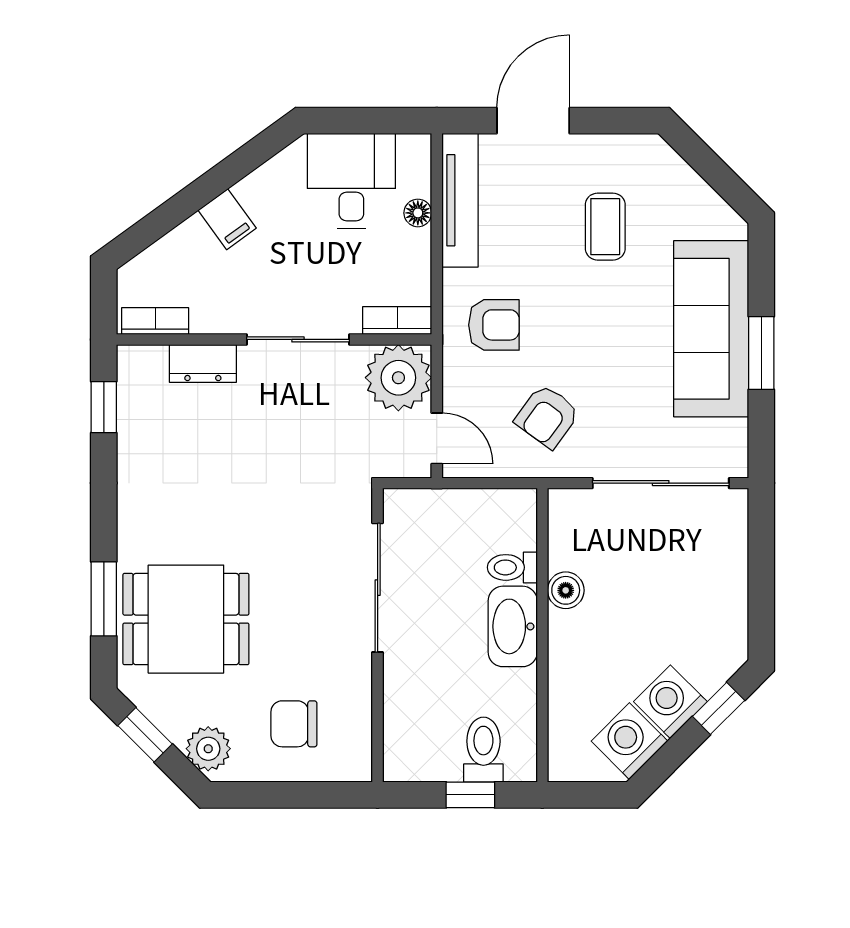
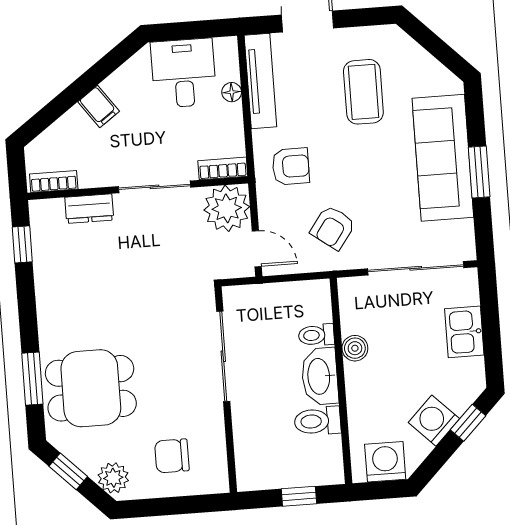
coffee table: (605, 227) -> (363, 92), width x1.36, depth x1.30
kitchen sink: (723, 579) -> (464, 332), added
washing machine: (629, 741) -> (385, 462), moved, turned 45
toilet: (483, 750) -> (318, 421), moved, turned -90

